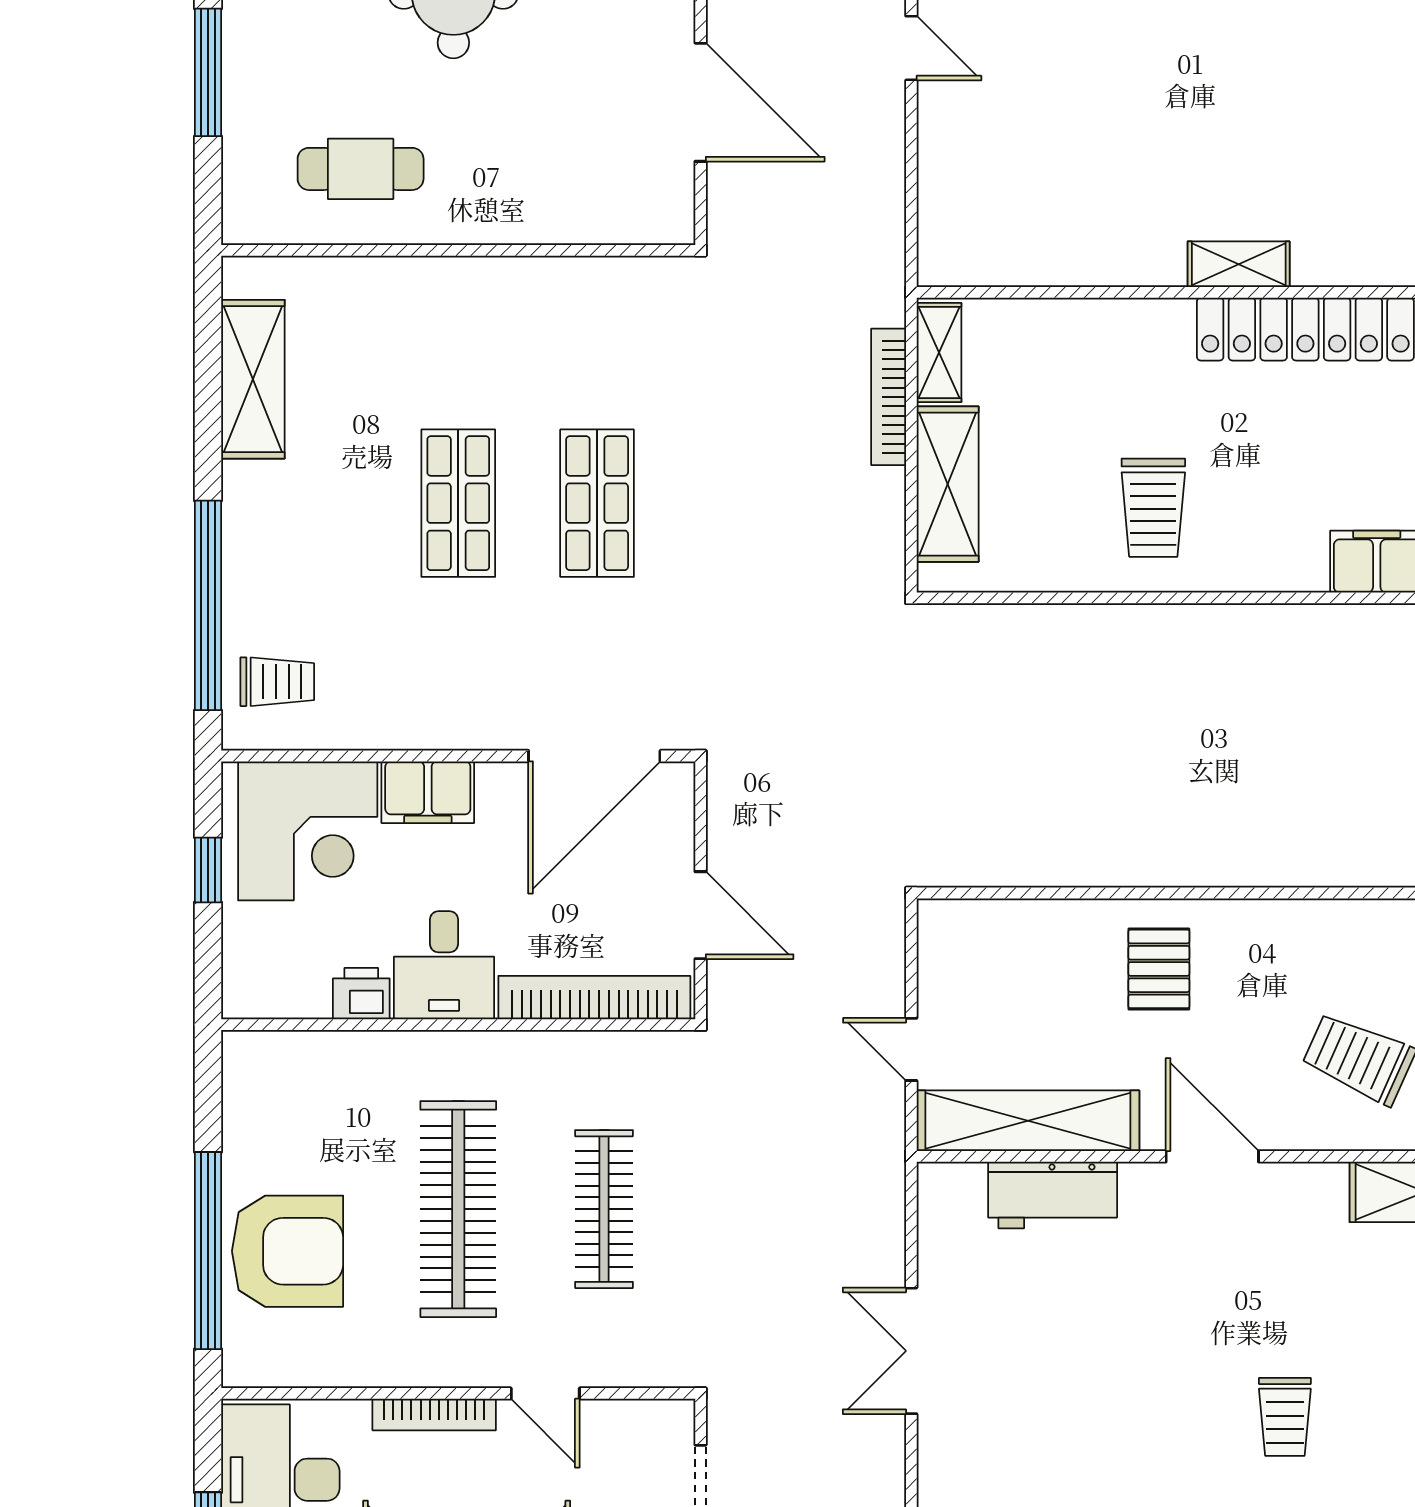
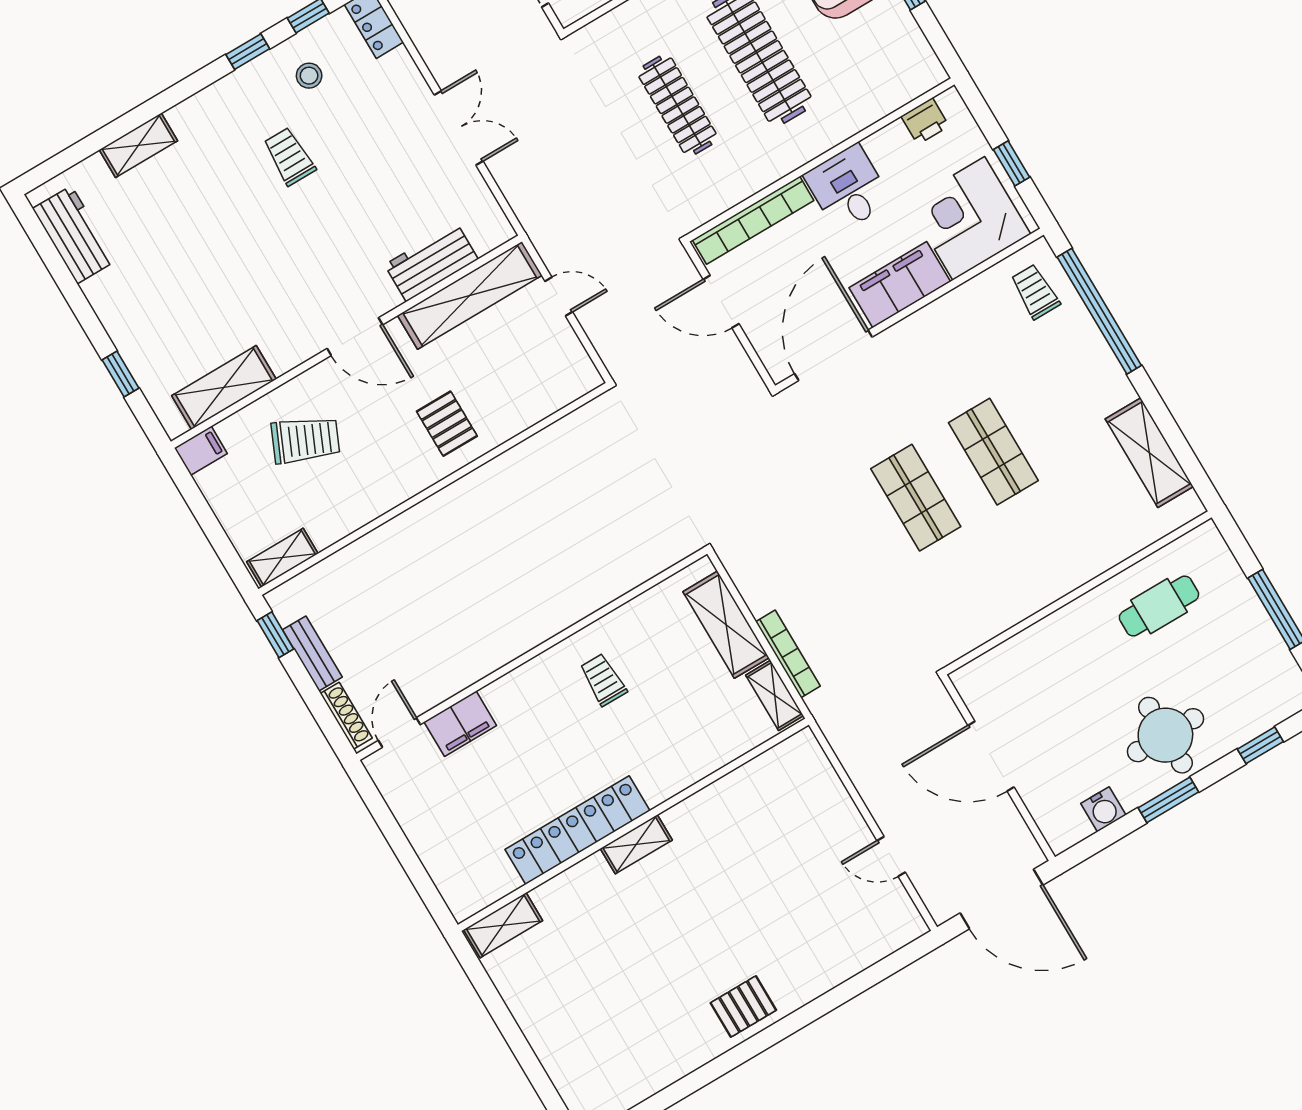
trolley: (1153, 508) -> (603, 680), width x0.73, depth x0.72
trolley: (277, 682) -> (1035, 292), turned 90
filing cabinet: (428, 792) -> (900, 285), width x1.50, depth x1.17
printer: (361, 994) -> (925, 121), moved
trolley: (1285, 1417) -> (289, 156), moved

